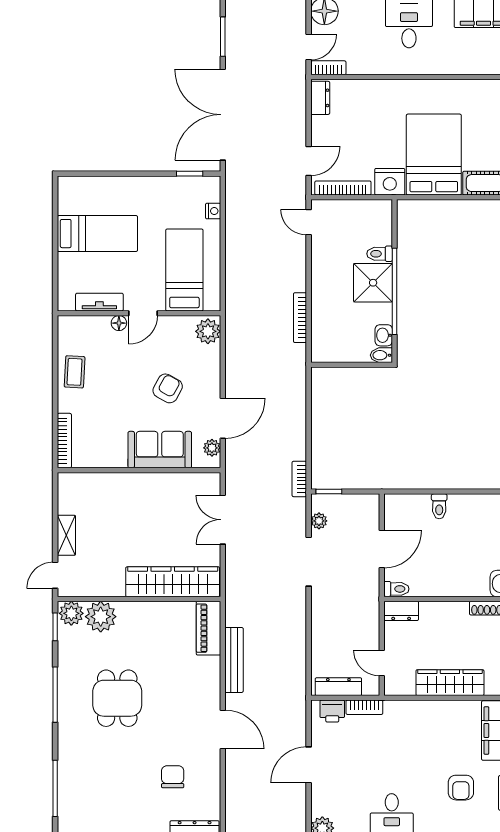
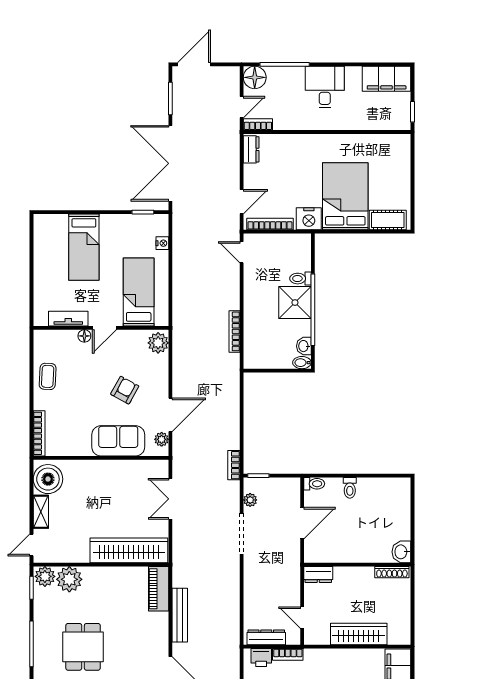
bed: (97, 234) -> (84, 247), moved, turned 90
boiler: (75, 496) -> (48, 479), added
toilet: (396, 589) -> (314, 484), moved

